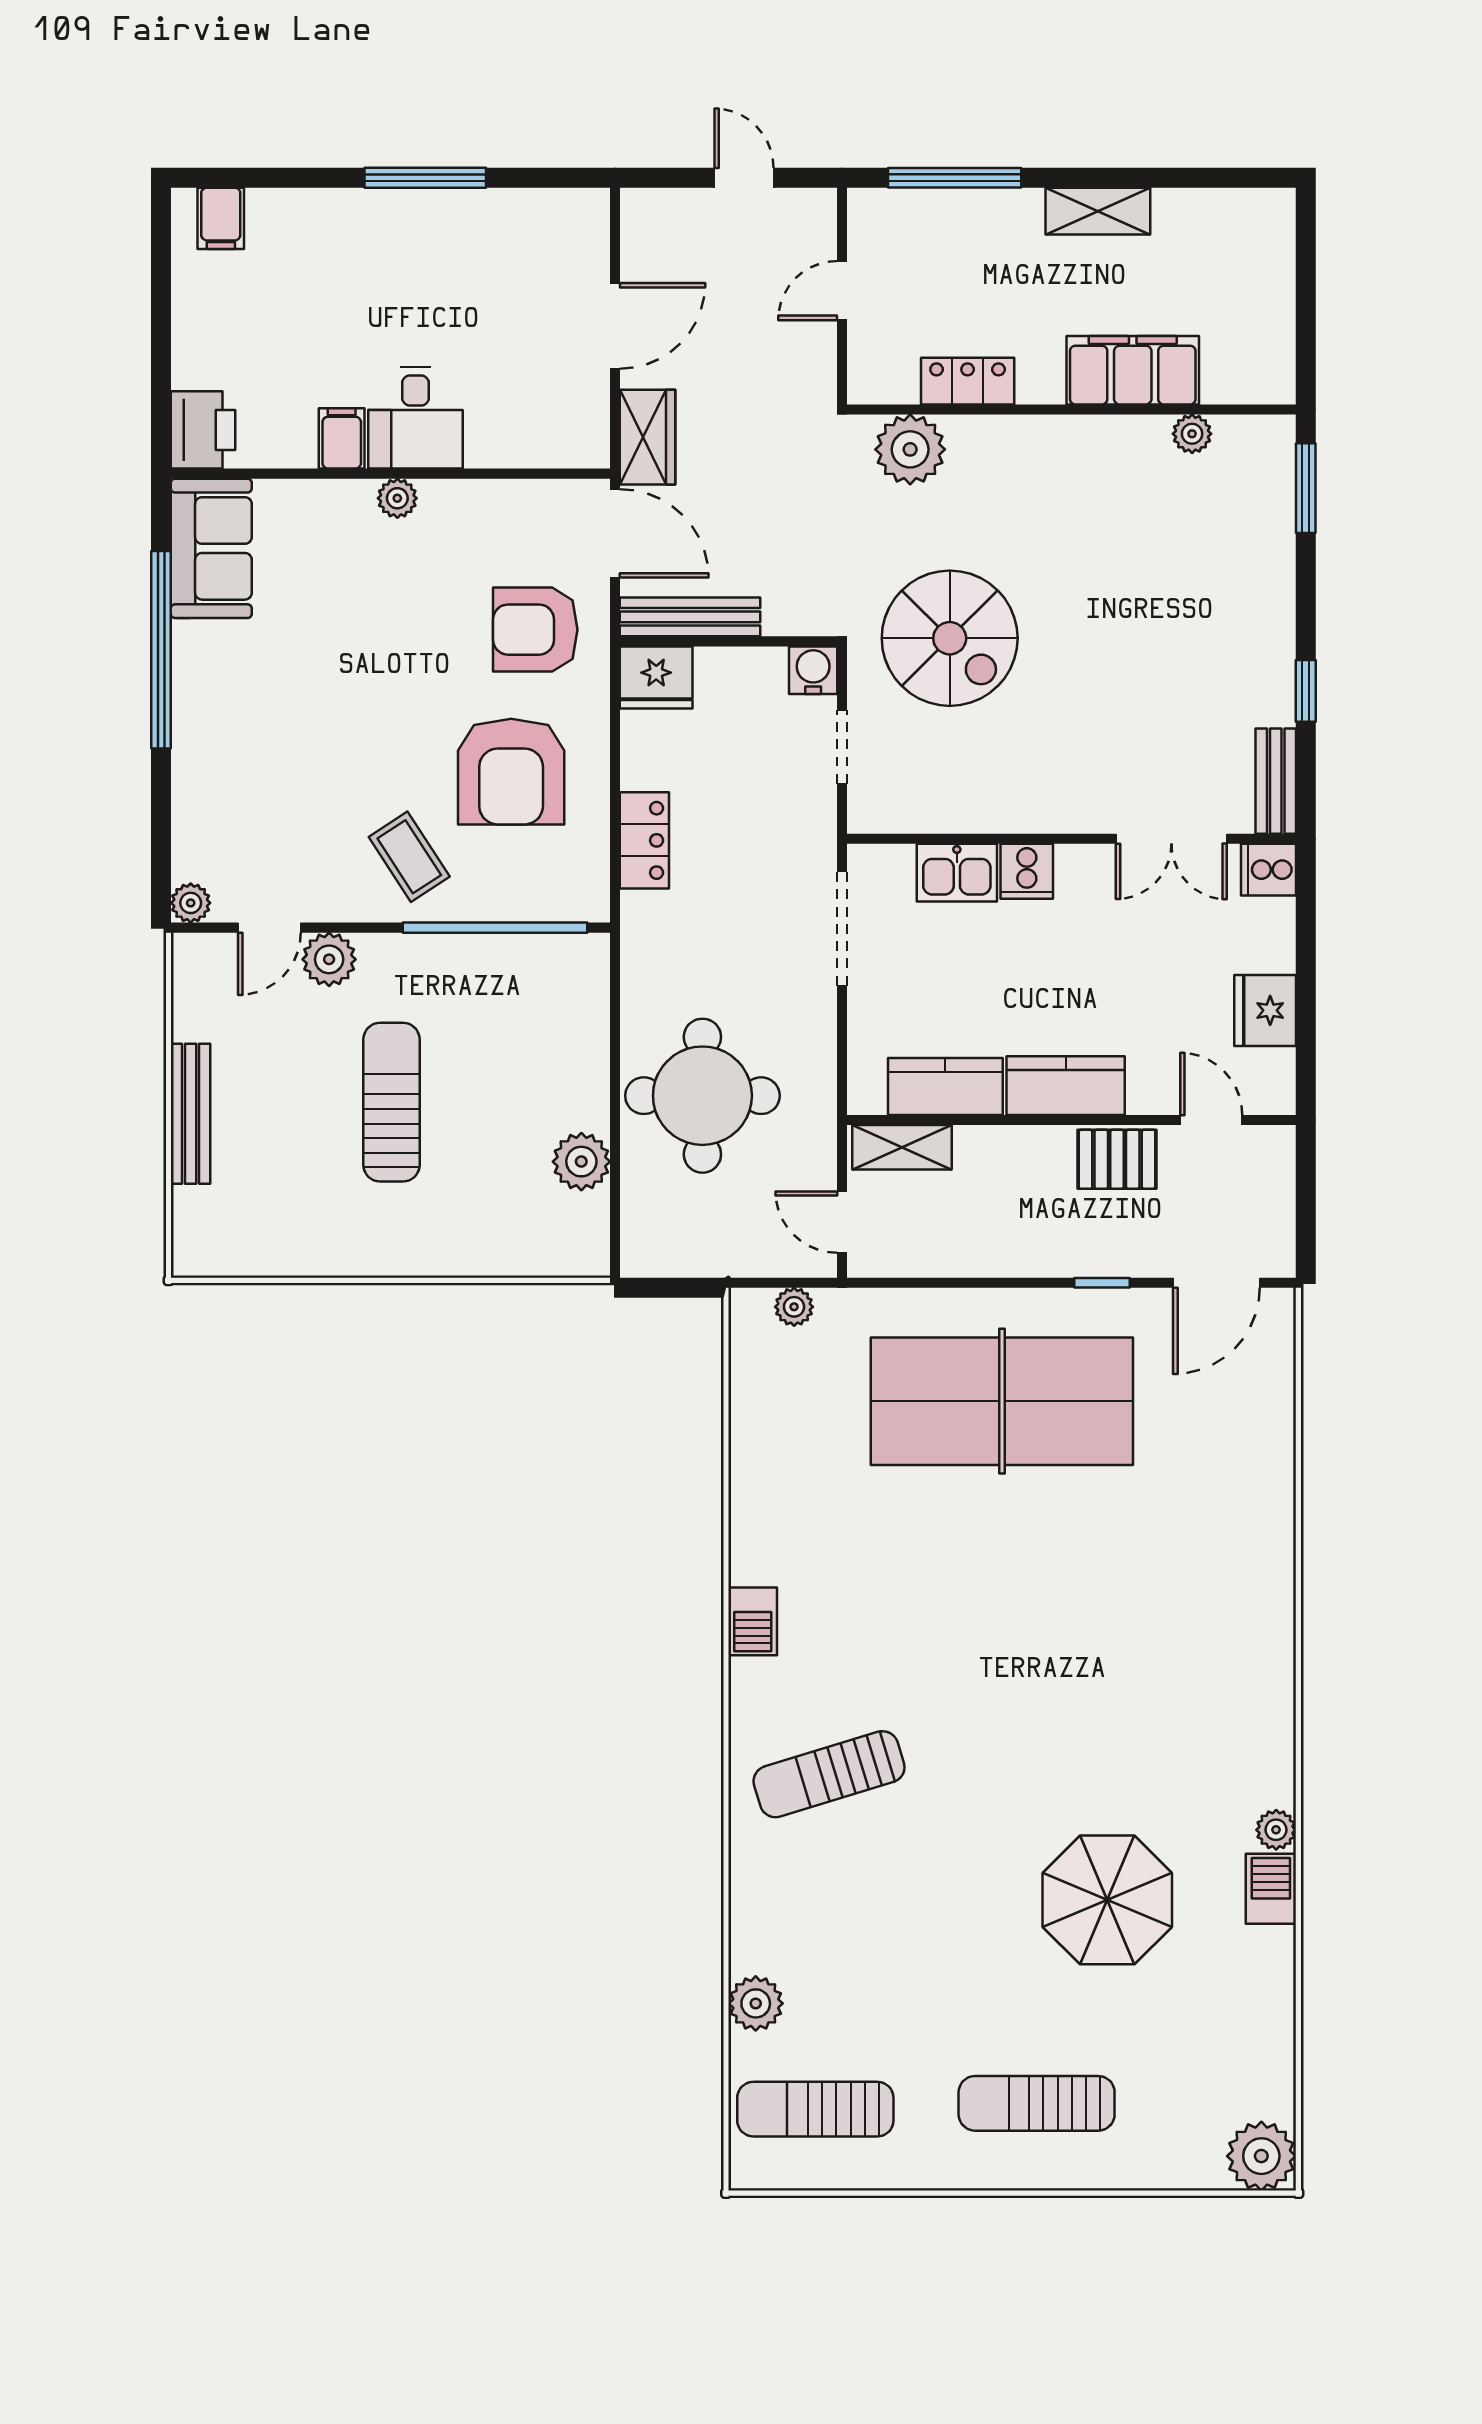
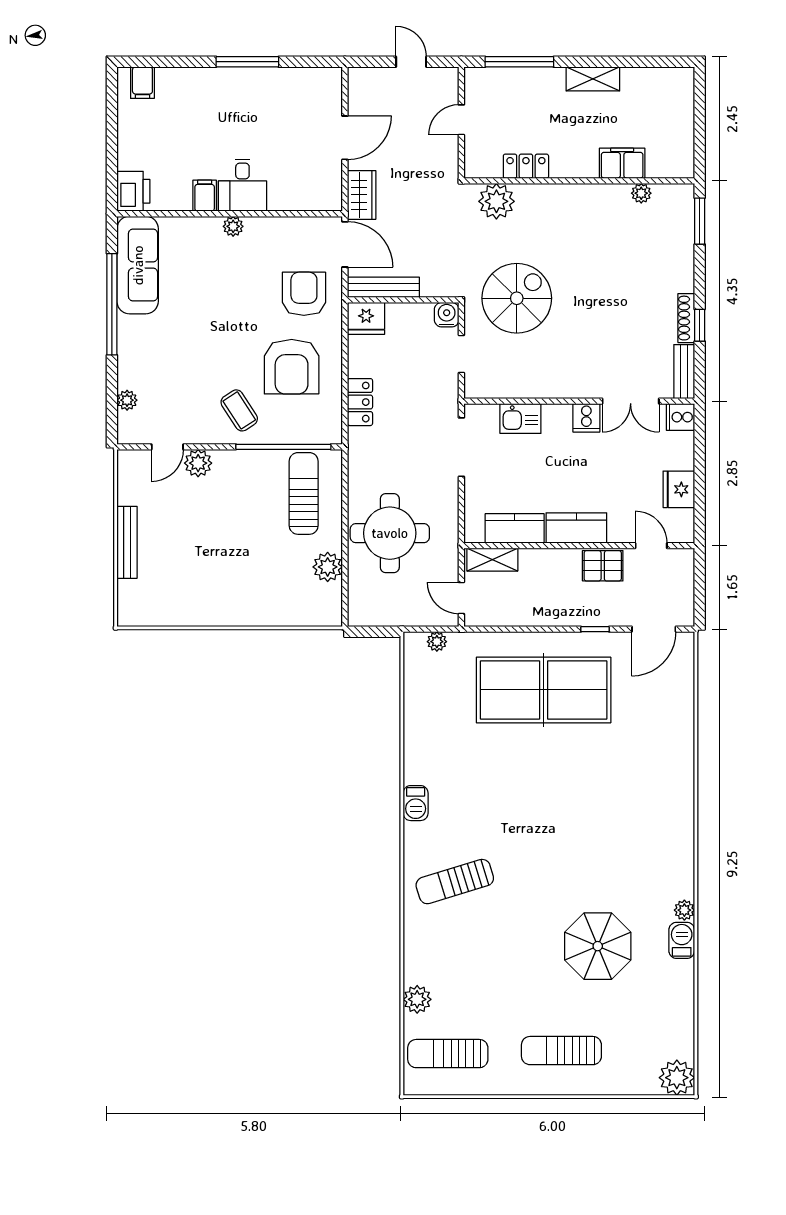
filing cabinet: (1133, 370) -> (622, 163), width x0.67, depth x0.86
sofa: (211, 548) -> (138, 265), width x1.36
armchair: (535, 630) -> (304, 294), turned 90
spiral stairs: (950, 638) -> (517, 298), turned -90
shoe rack: (1280, 677) -> (686, 318), added
cooker: (1027, 871) -> (586, 418), moved
plant: (191, 903) -> (127, 400), moved
sun lounger: (391, 1102) -> (304, 493), moved

